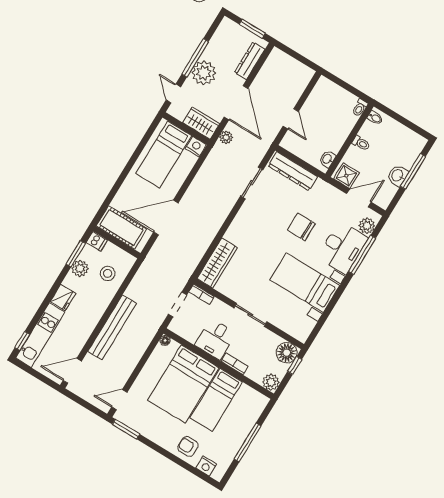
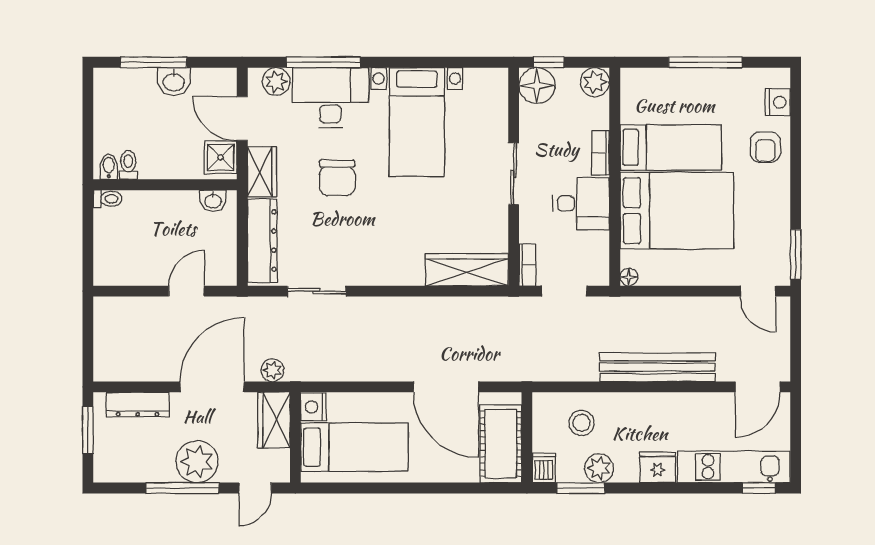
toilet: (361, 143) -> (128, 165), moved
wardrobe: (327, 192) -> (262, 172), added
door: (72, 371) -> (758, 387), hinge flipped

